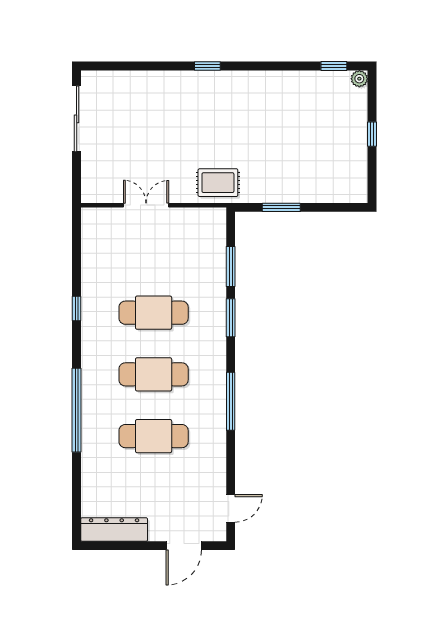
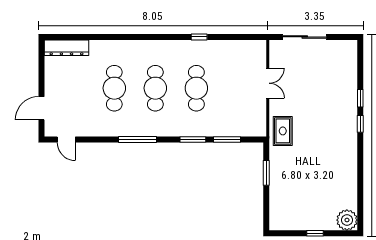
window: (334, 66) -> (360, 98), moved
plant: (359, 79) -> (347, 220), width x1.87, depth x1.87
sliding door: (77, 119) -> (305, 37), moved
window: (77, 410) -> (132, 37), removed
dresser: (114, 530) -> (66, 48), moved, turned 90
door: (184, 546) -> (41, 108), hinge flipped

